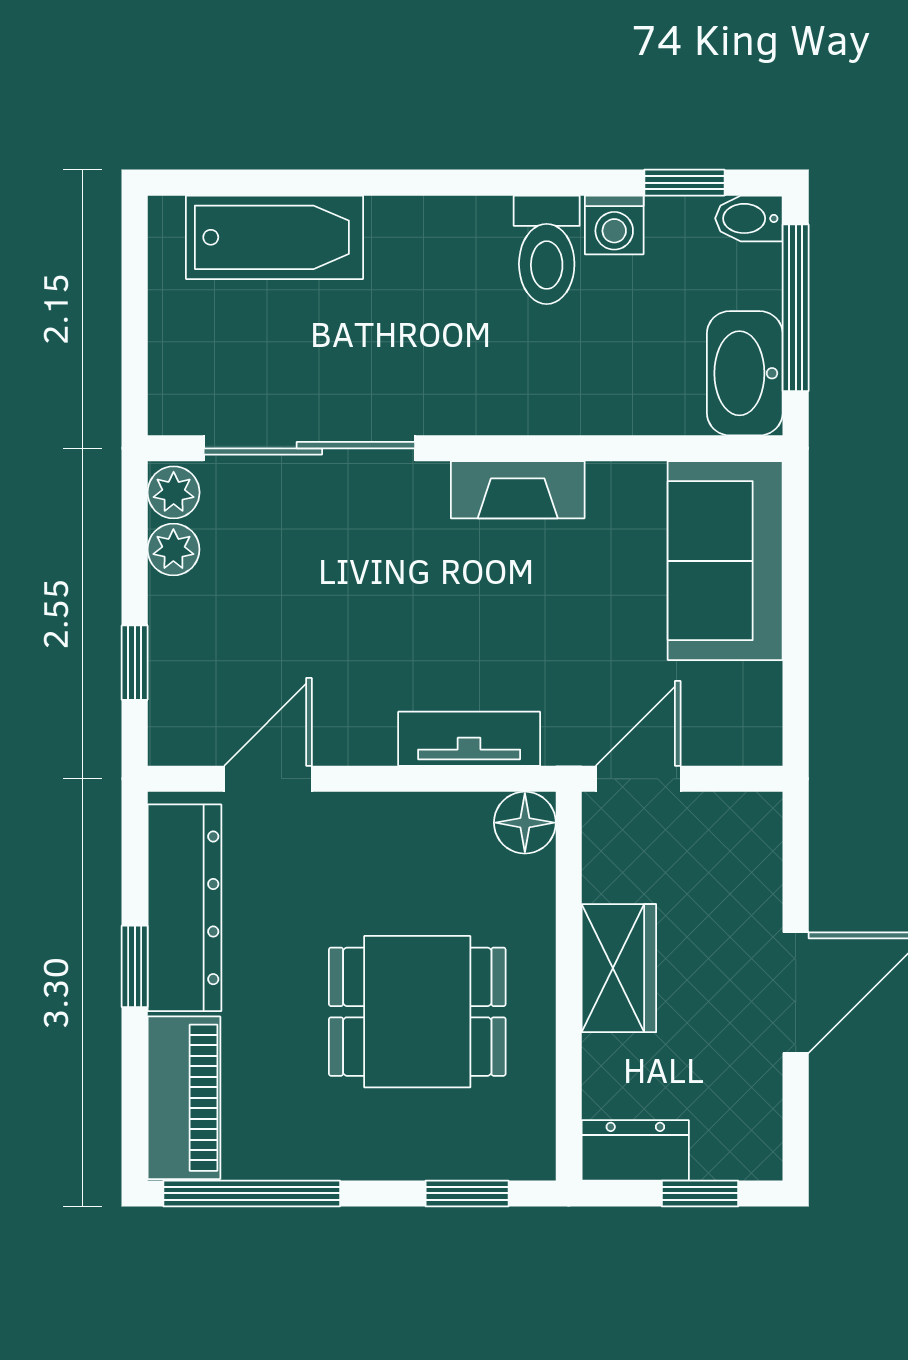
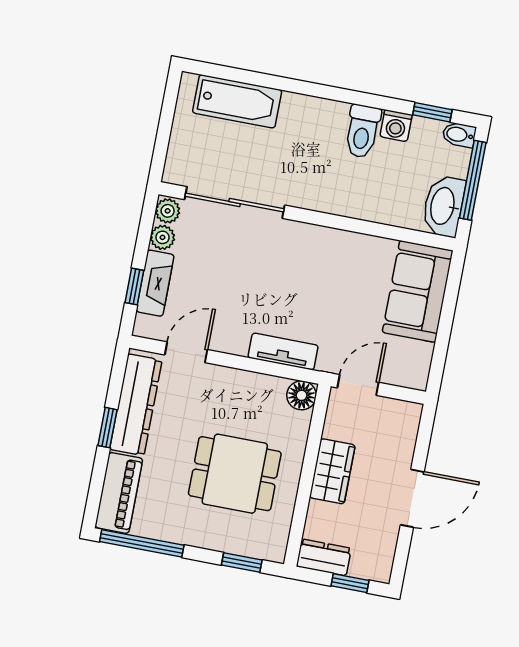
fireplace: (518, 490) -> (155, 283), moved, turned -90

